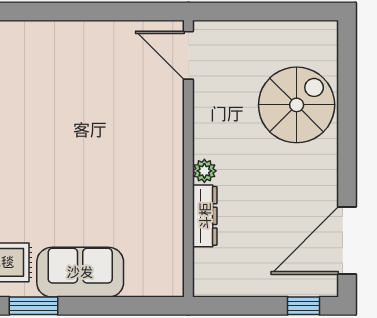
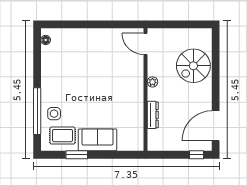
spiral stairs: (297, 105) -> (193, 66), turned 180
plant: (204, 171) -> (153, 82), moved

